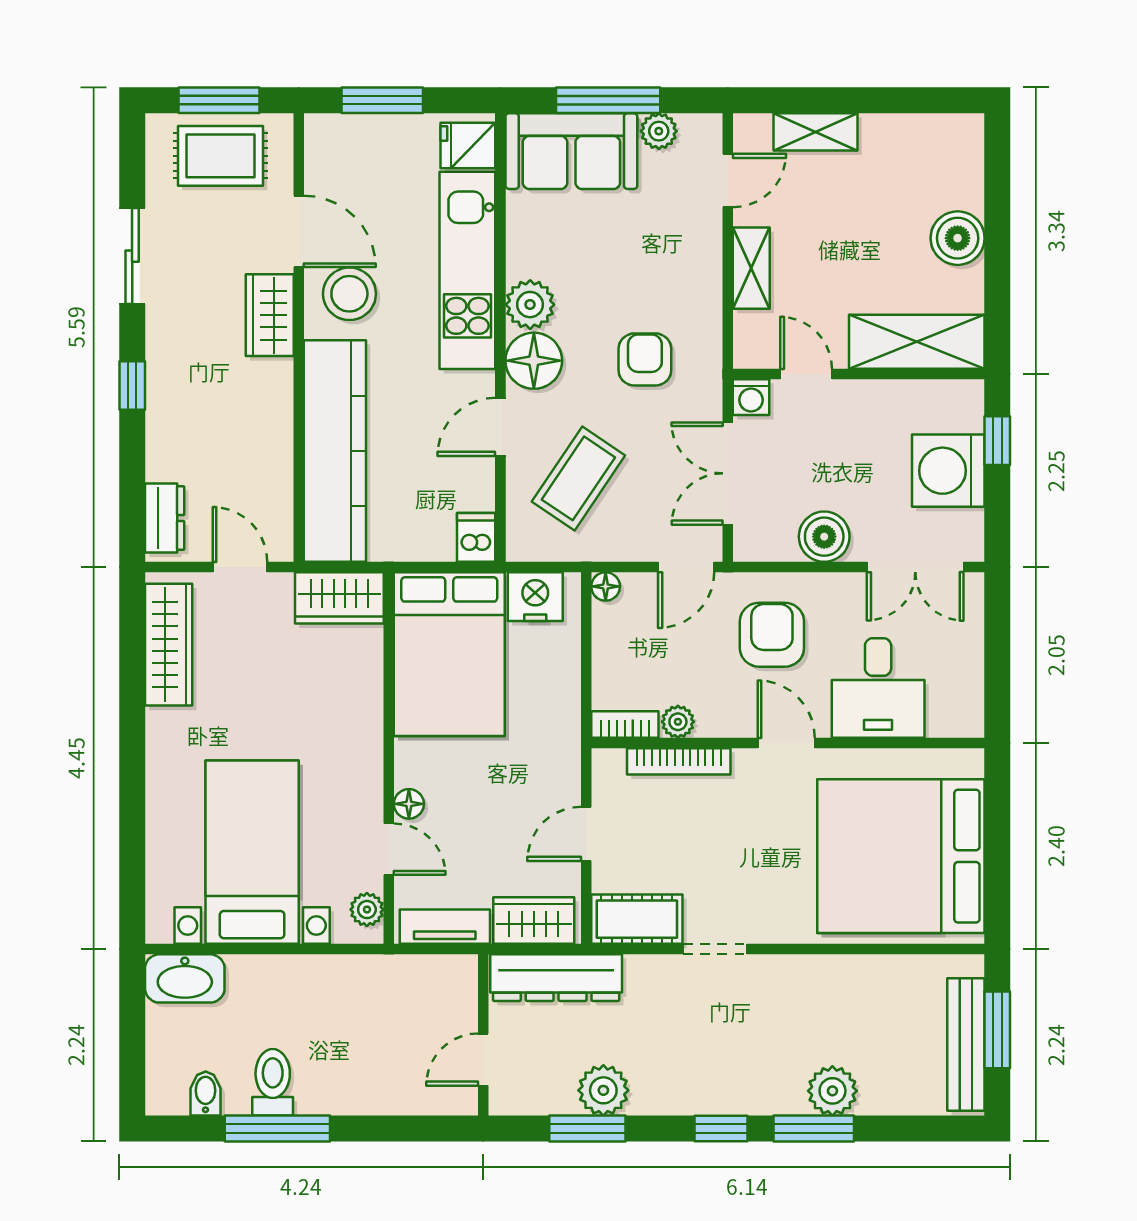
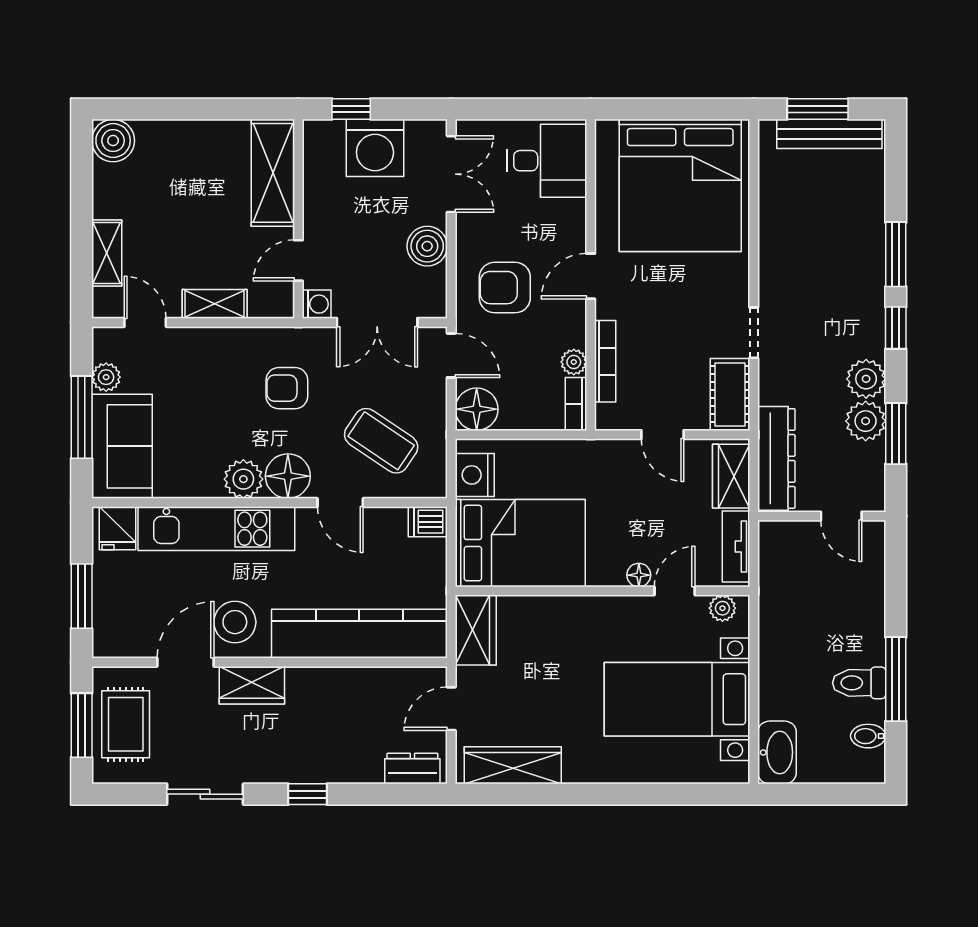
boiler: (958, 238) -> (113, 141), moved
floor lamp: (606, 586) -> (477, 409), width x1.89, depth x1.89
desk: (878, 688) -> (547, 161), moved
plant: (832, 1091) -> (866, 379), moved

